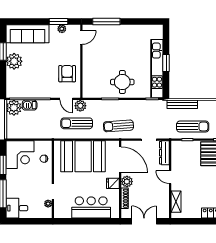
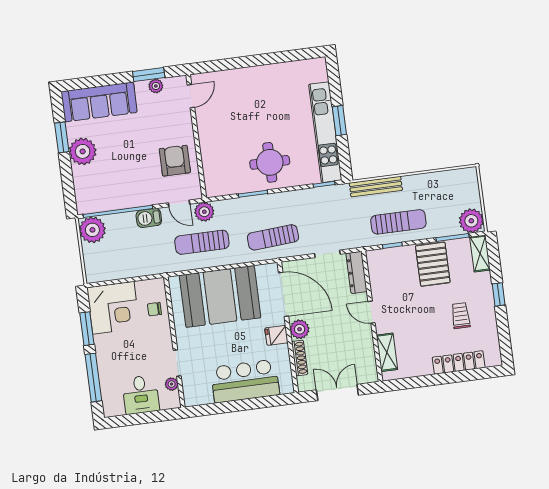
window: (106, 22) -> (229, 64), removed
barbecue: (30, 105) -> (149, 218), moved
desk: (17, 208) -> (141, 395), moved, turned -90

